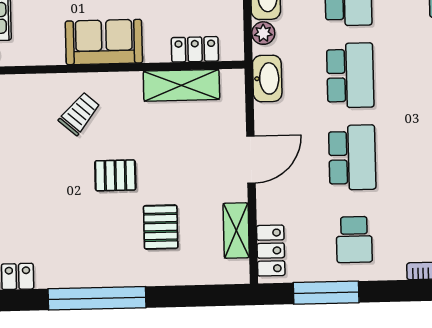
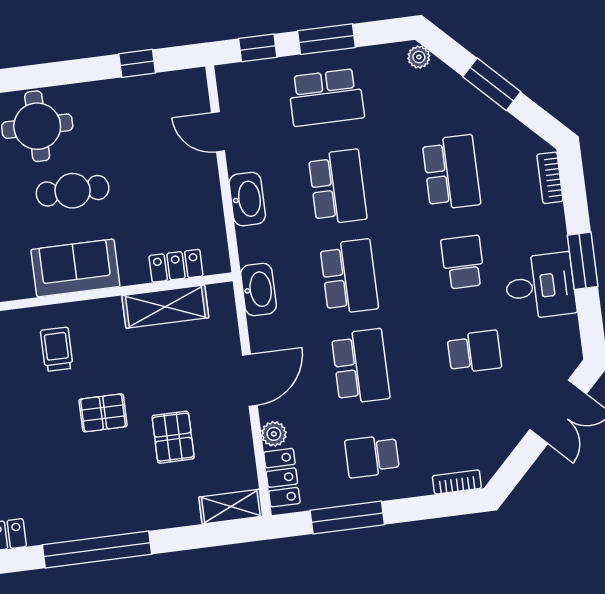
plant: (263, 33) -> (274, 434), moved
trolley: (79, 114) -> (57, 349), turned -41
pallet: (161, 227) -> (173, 437), moved
shelving: (236, 231) -> (231, 507), moved, turned 90
school desk: (354, 240) -> (372, 456), turned 90

